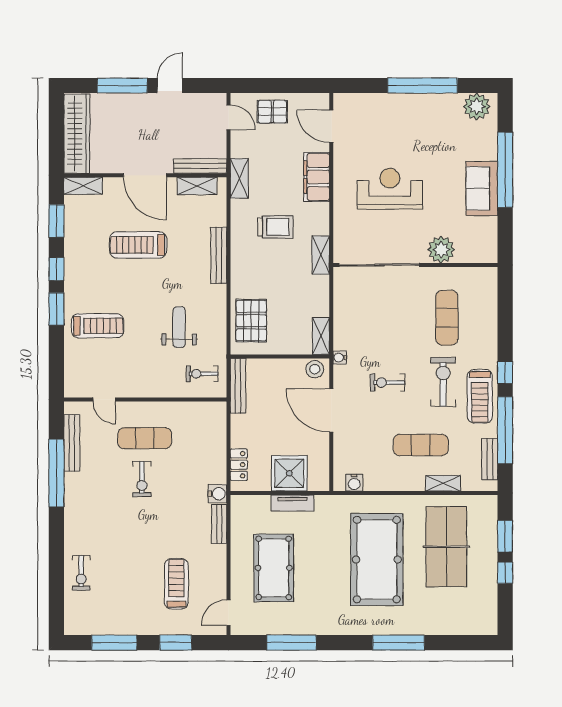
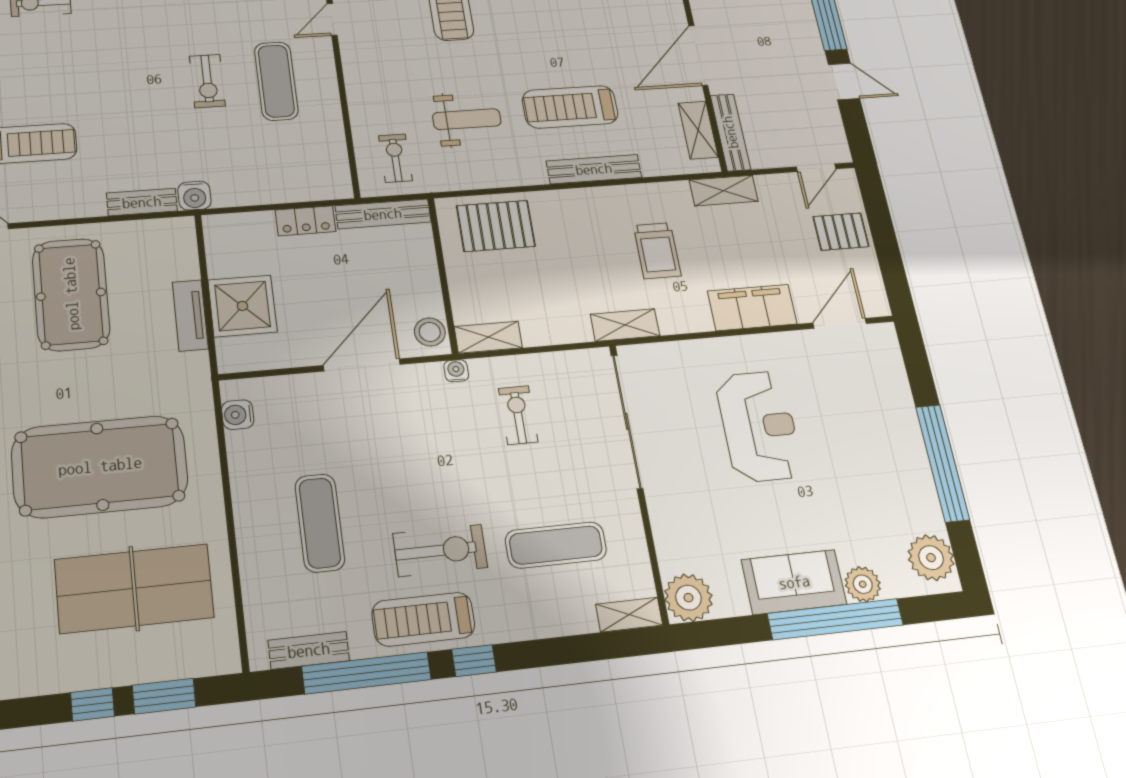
pallet: (272, 112) -> (841, 232), turned 90
plant: (487, 150) -> (863, 584), added
treadmill: (138, 245) -> (570, 107), moved, turned -90
plant: (441, 250) -> (688, 598), moved
exercise bike: (388, 383) -> (518, 415), moved
locker: (239, 465) -> (305, 221), moved
exercise bike: (142, 479) -> (207, 81), turned -90
shelving: (443, 483) -> (629, 615), moved, turned 90
pool table: (274, 568) -> (71, 294), turned 90

